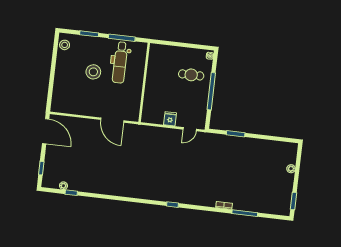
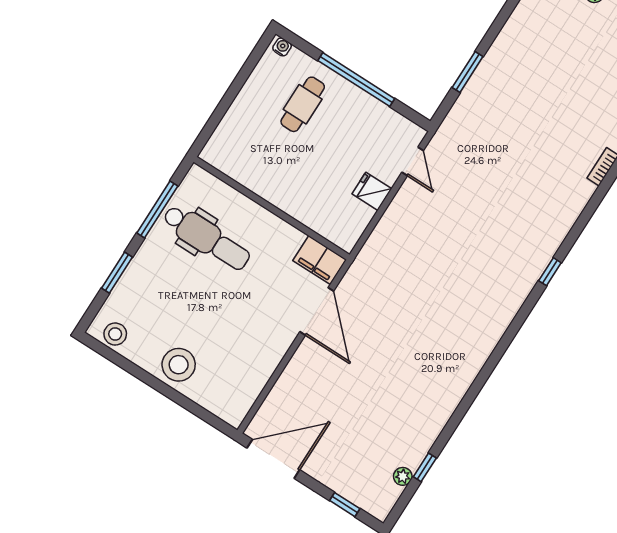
stool: (93, 72) -> (179, 365), moved
filing cabinet: (133, 111) -> (320, 260), added
door: (112, 120) -> (317, 311), hinge flipped

